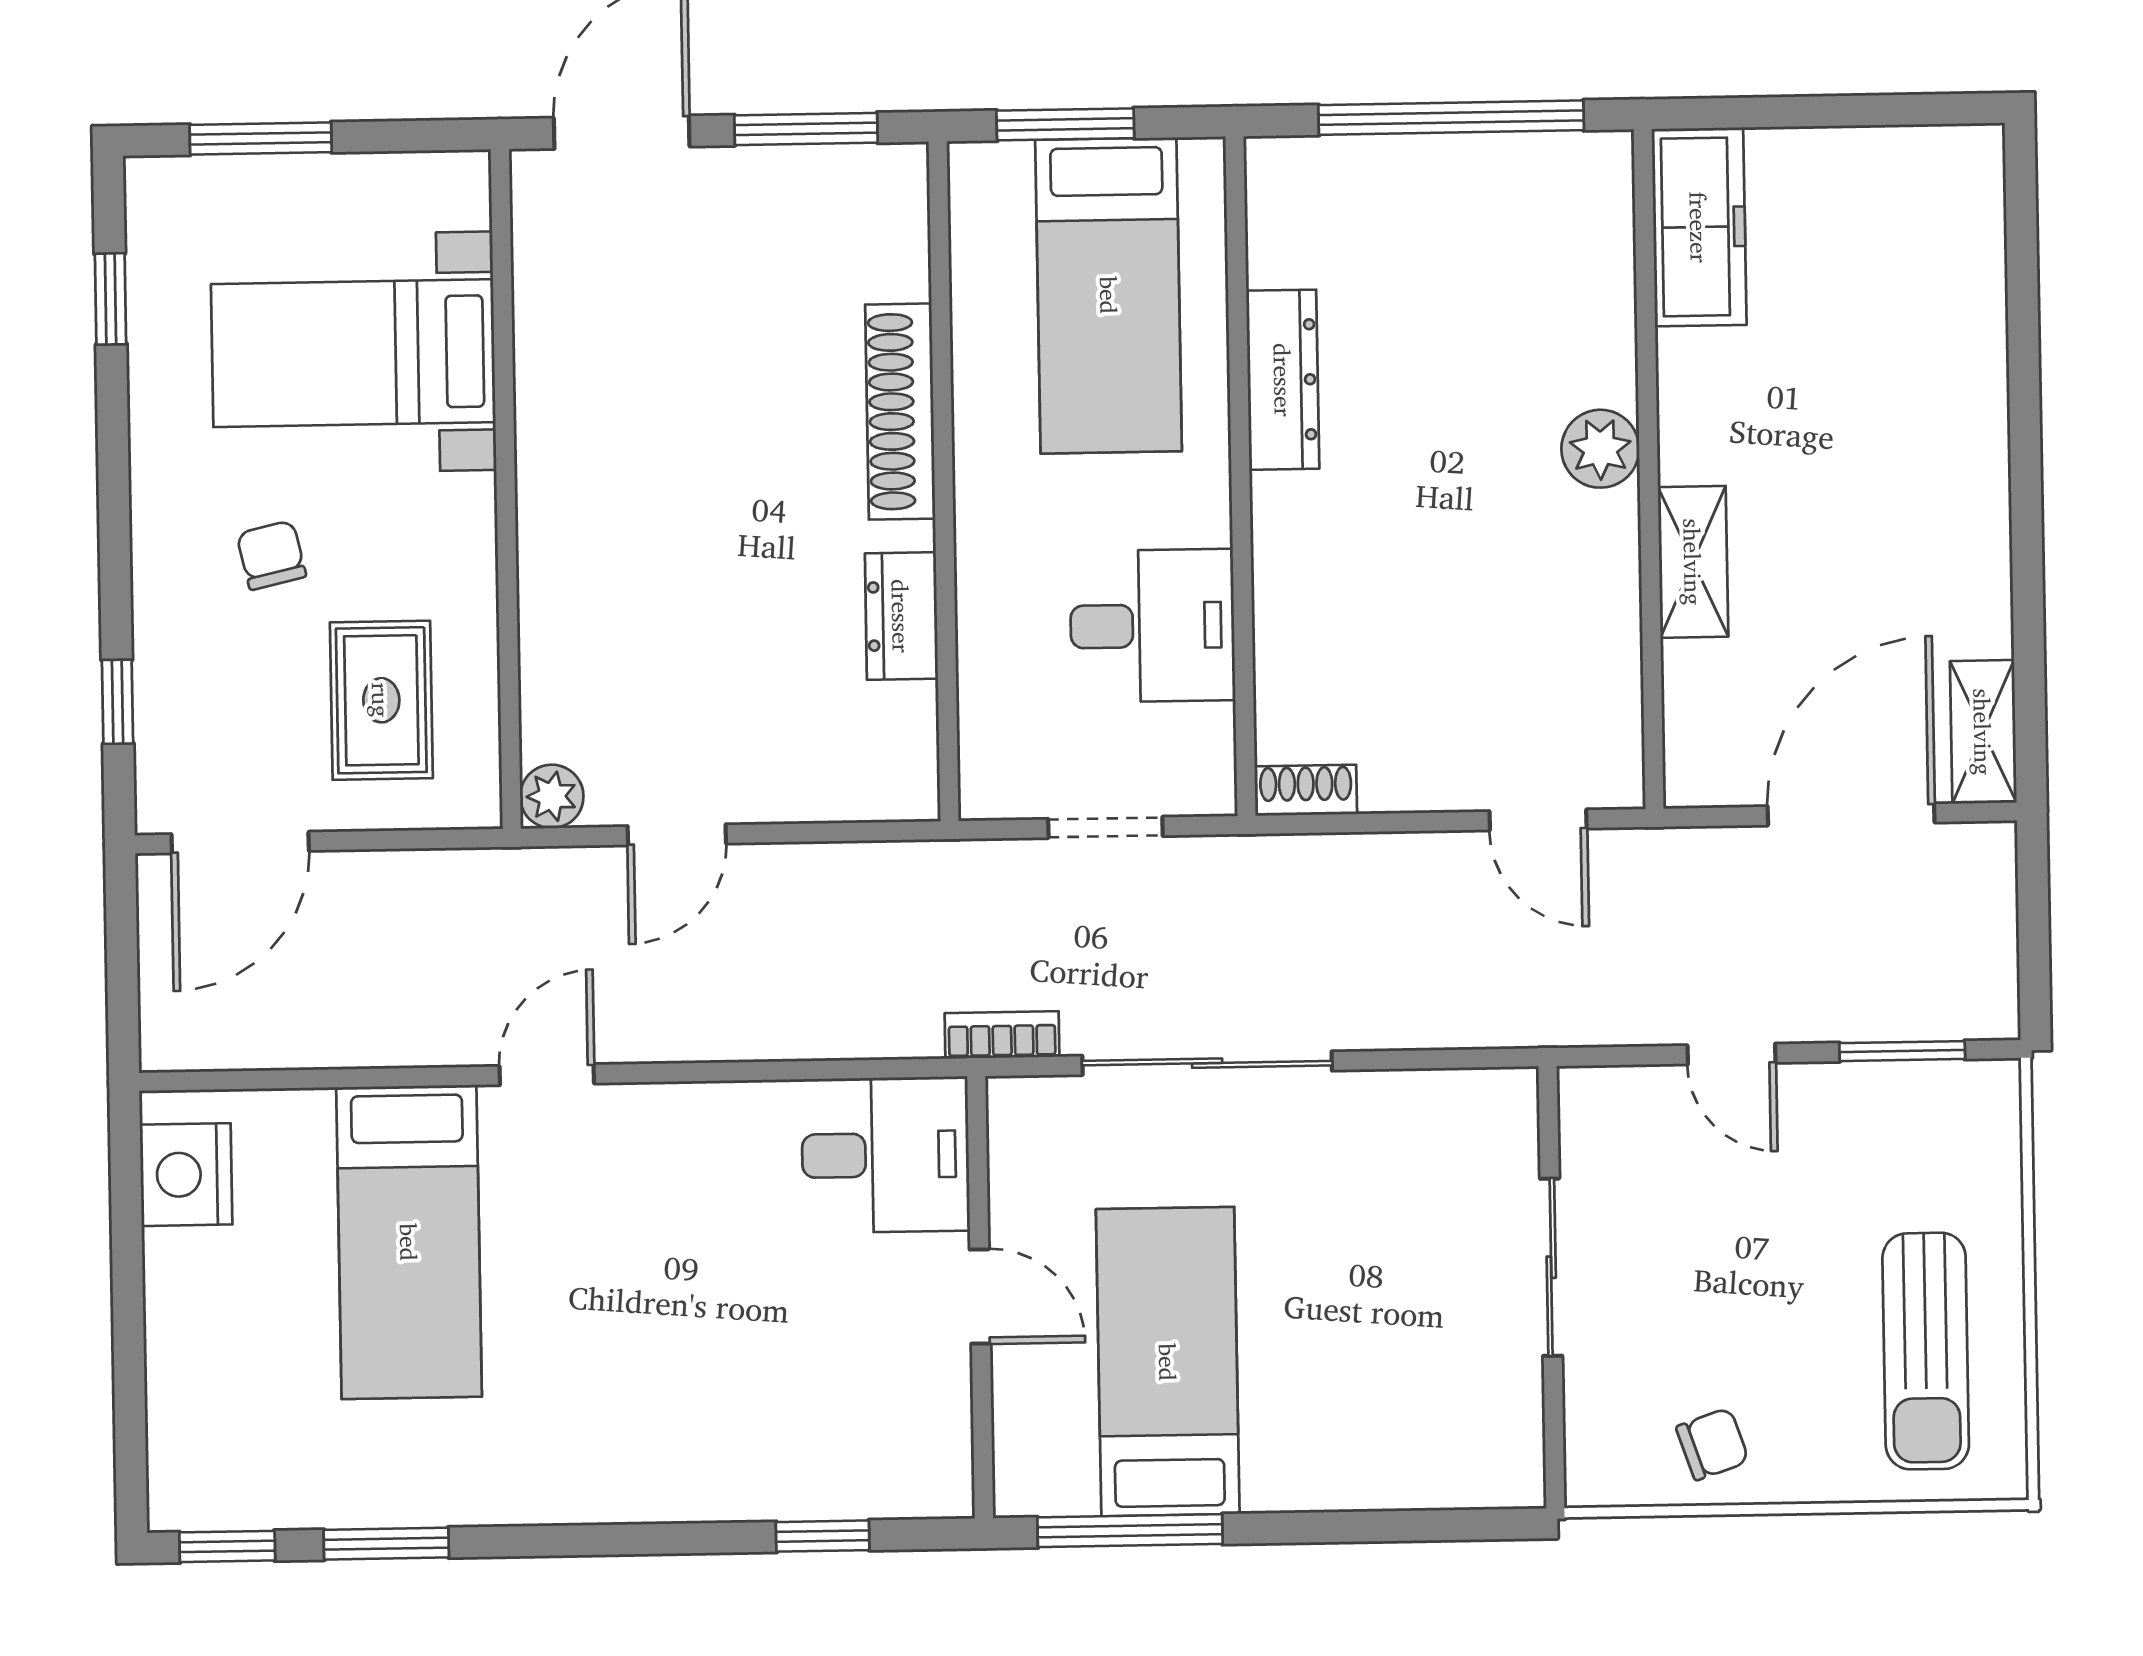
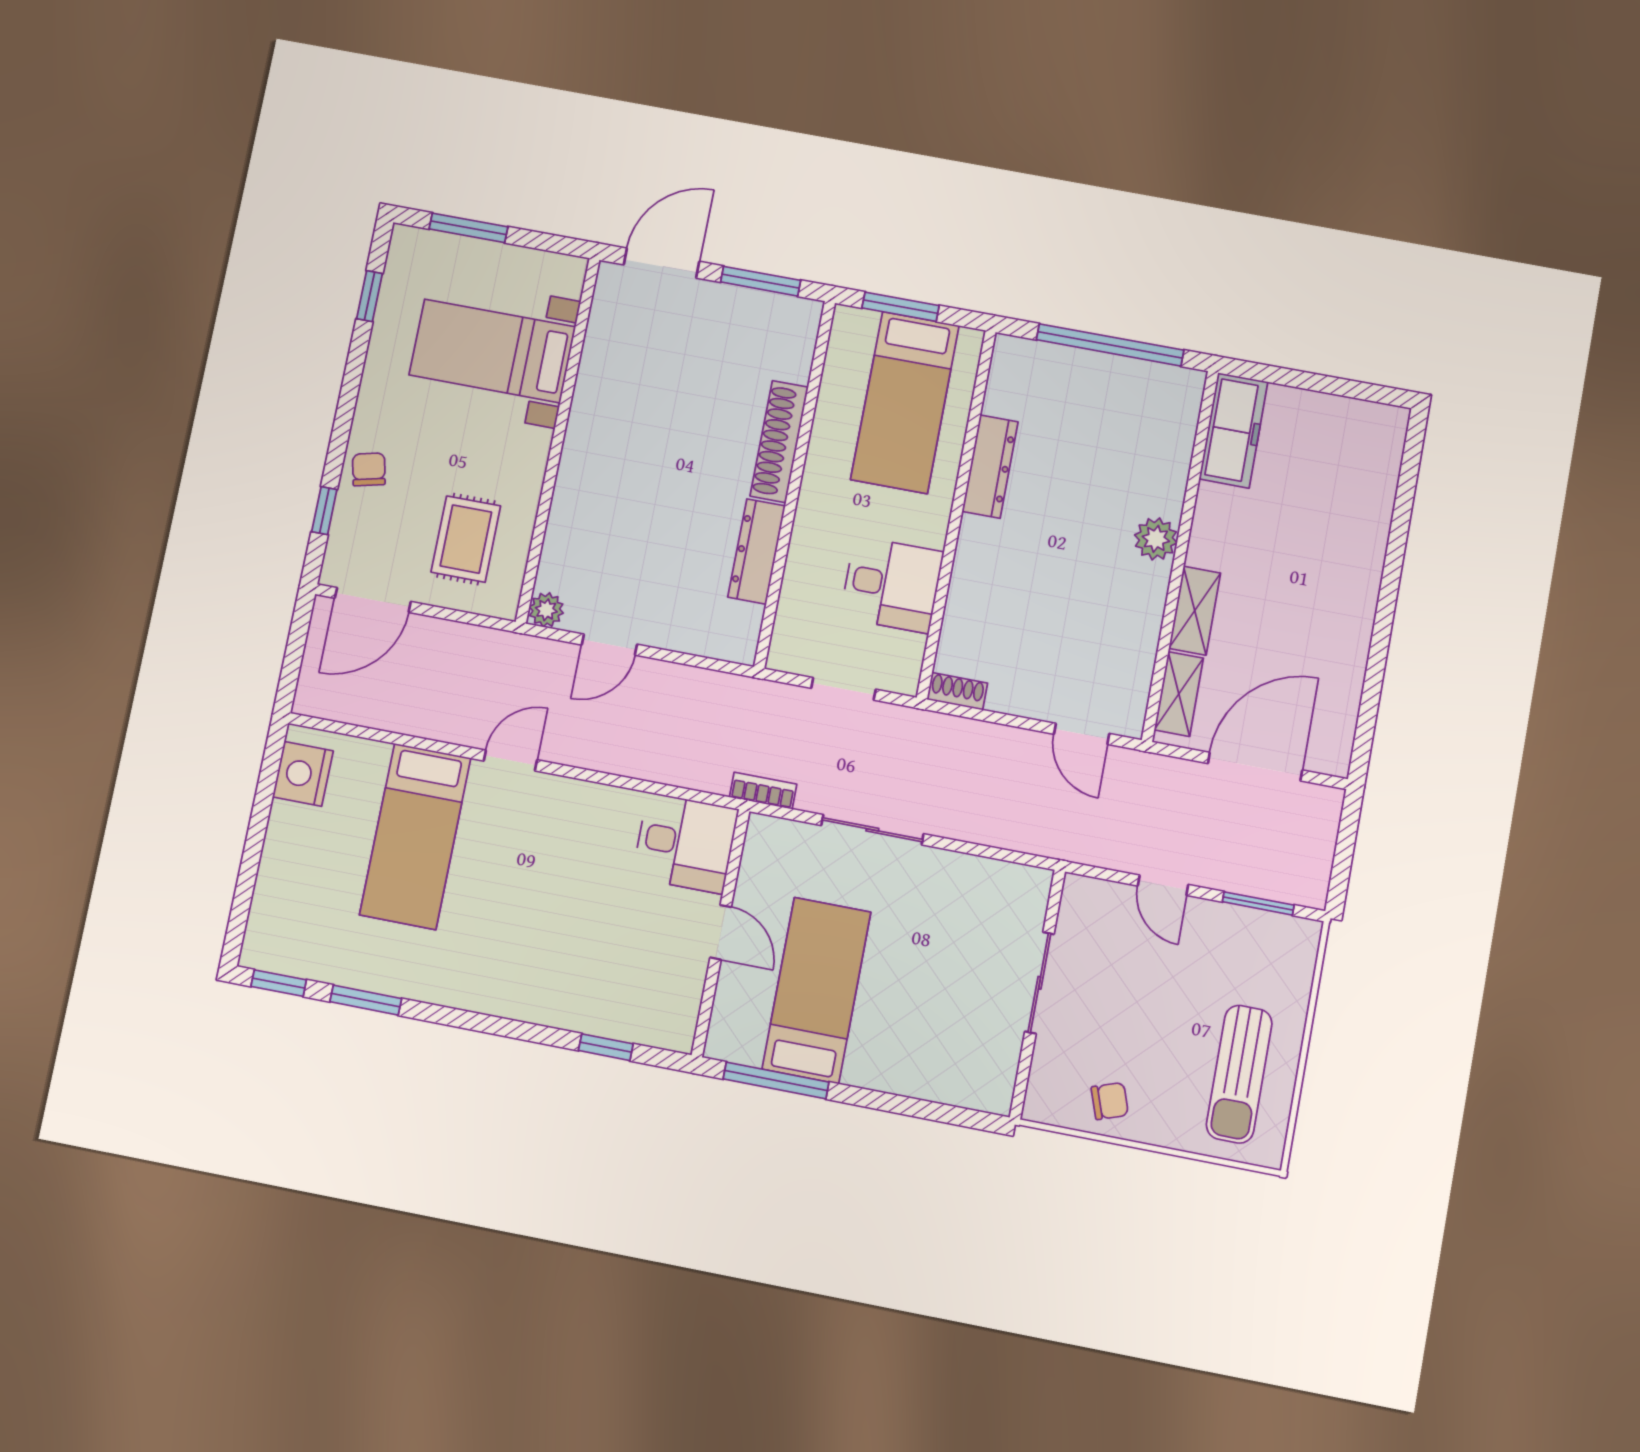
chair: (271, 555) -> (369, 469), moved
dresser: (901, 616) -> (757, 551), width x1.44
shelving: (1983, 732) -> (1179, 694), moved
sliding door: (1207, 1063) -> (872, 830), width x0.73

